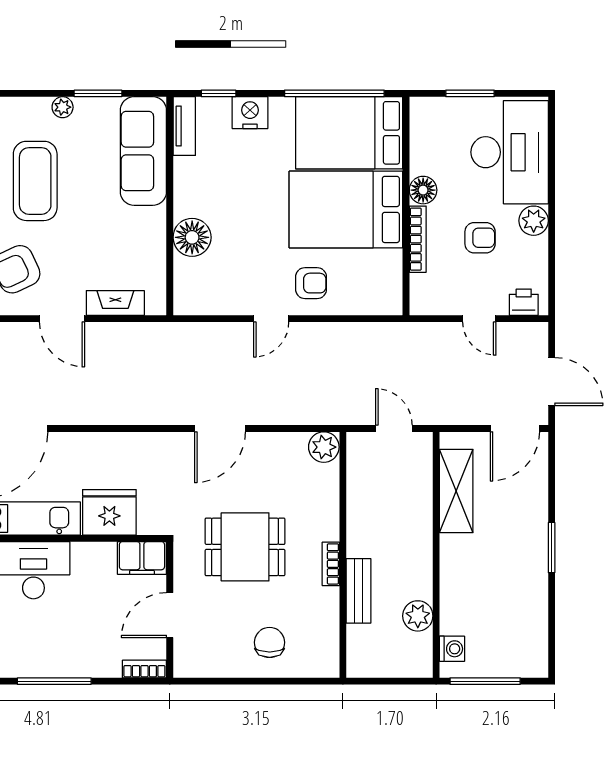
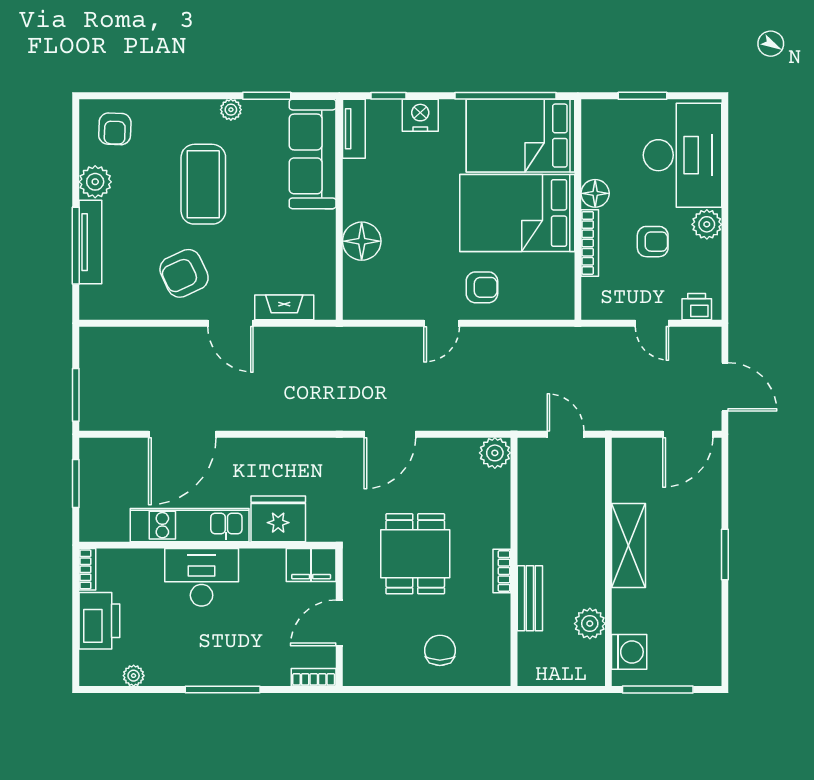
shelving: (456, 491) -> (629, 546), moved
dining table: (245, 547) -> (415, 554), turned 90
washing machine: (452, 649) -> (629, 652), width x1.38, depth x1.38

